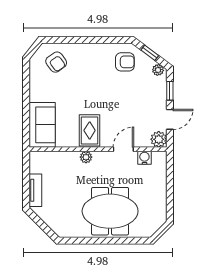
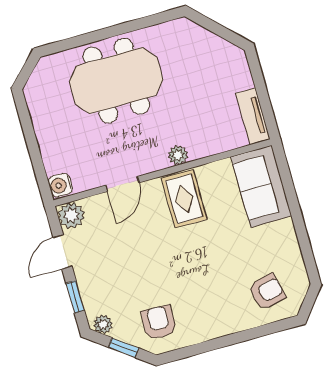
armchair: (56, 62) -> (267, 292), turned 113
armchair: (125, 62) -> (159, 322), turned 92
water cooler: (144, 158) -> (60, 185), moved, turned 90
tv unit: (35, 190) -> (253, 116), moved

